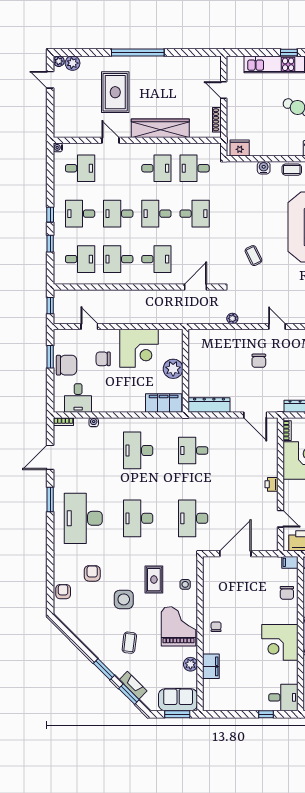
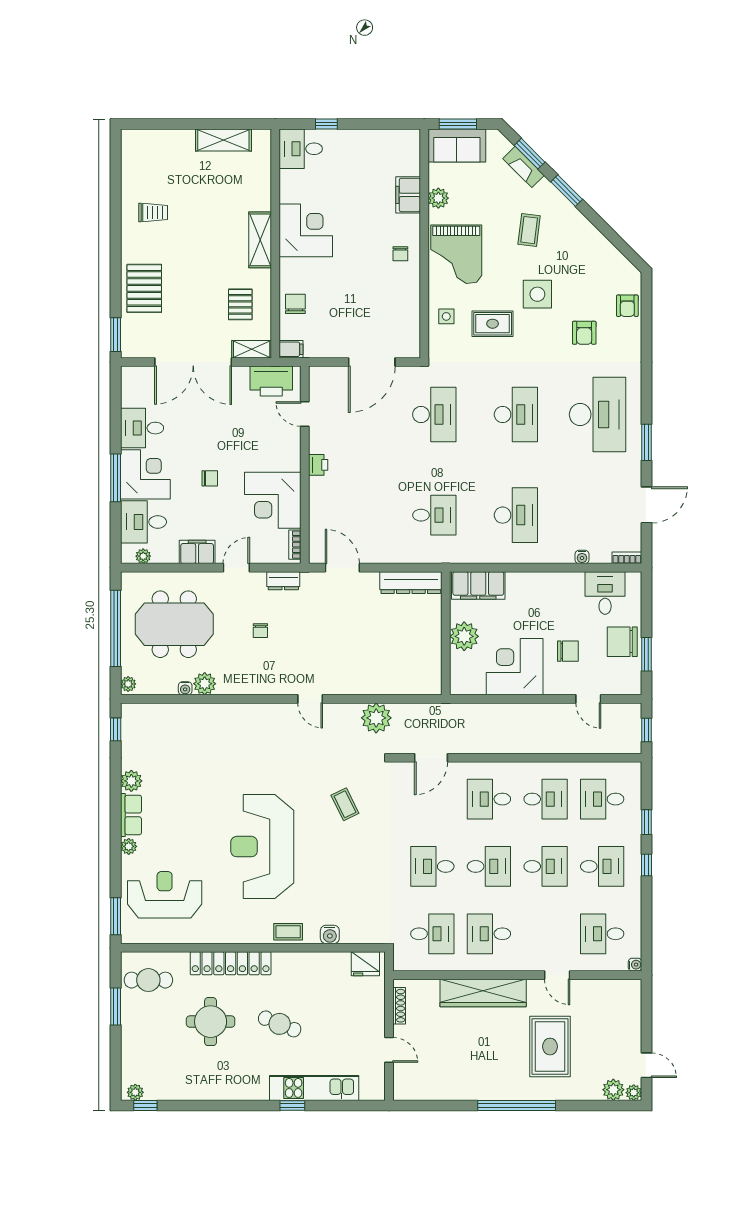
plant: (232, 318) -> (376, 718), width x1.88, depth x1.88
chair: (259, 361) -> (337, 648), removed
rug: (154, 580) -> (493, 324), turned 90

